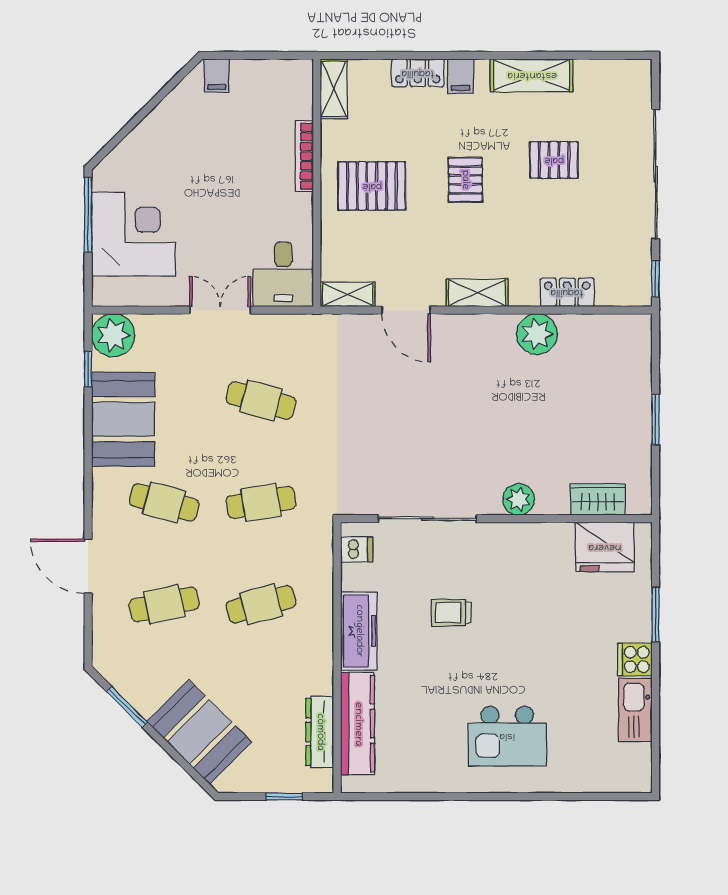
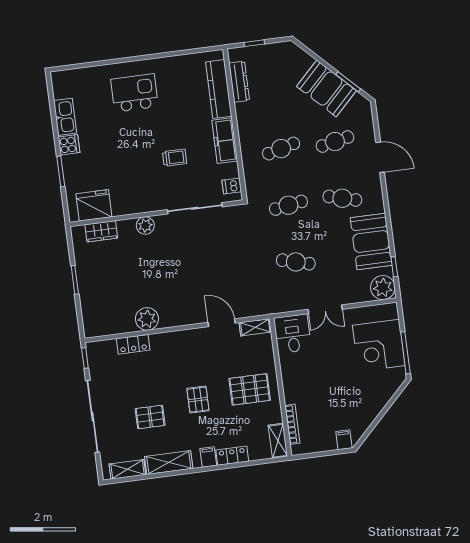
bookcase: (304, 156) -> (292, 424), moved
shelving: (477, 293) -> (127, 469), moved
booth: (199, 732) -> (326, 89), moved

